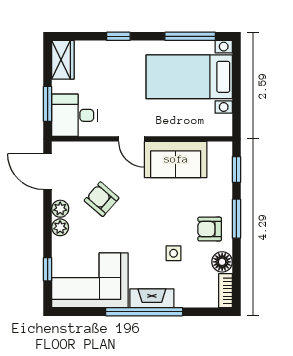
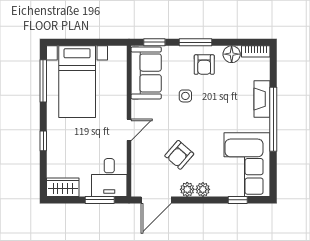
sofa: (176, 159) -> (146, 73), moved
side table: (174, 253) -> (185, 96), moved
fireplace: (152, 298) -> (262, 99), moved

